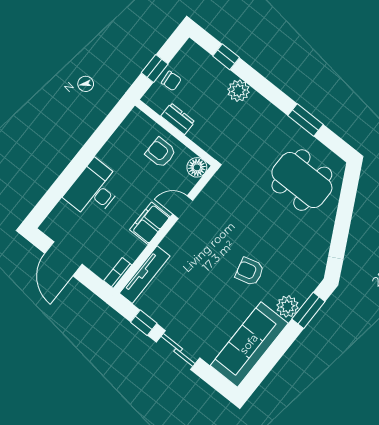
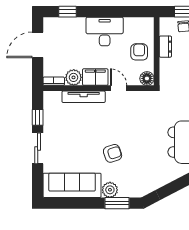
desk: (94, 190) -> (105, 31), moved
window: (53, 196) -> (67, 12), added
plant: (131, 248) -> (74, 77), added
armchair: (250, 271) -> (113, 153), turned 87
tv unit: (145, 275) -> (84, 97), moved

